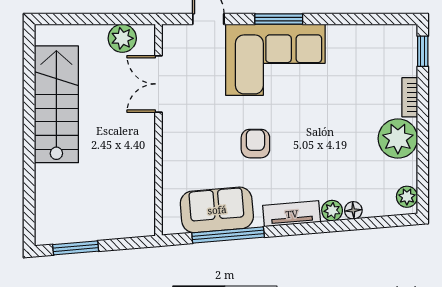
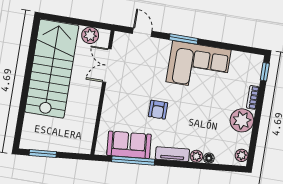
corner sofa: (275, 60) -> (199, 66), moved
stairs: (56, 104) -> (52, 69), width x1.36, depth x1.51
armchair: (255, 144) -> (158, 110), turned 180

